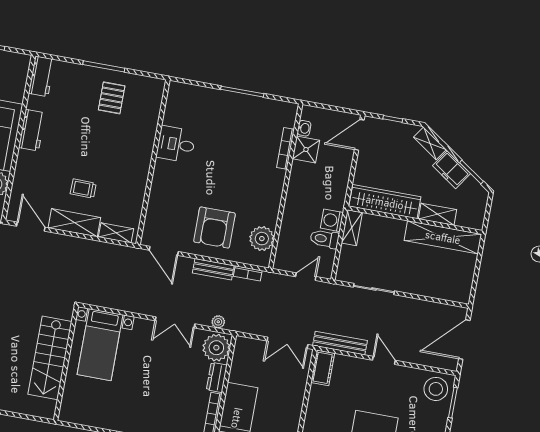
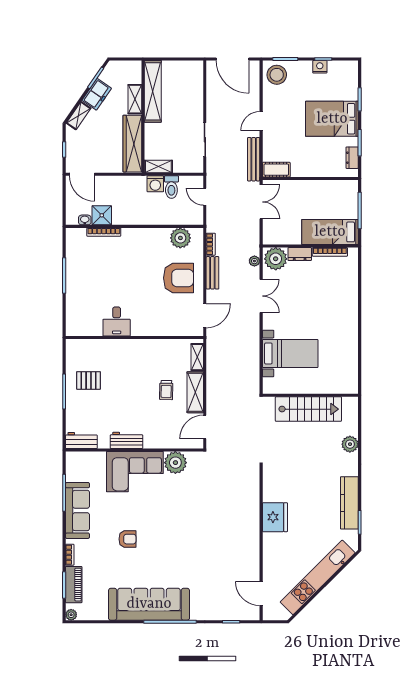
stairs: (50, 358) -> (308, 409), moved
wall: (66, 363) -> (310, 395), moved

